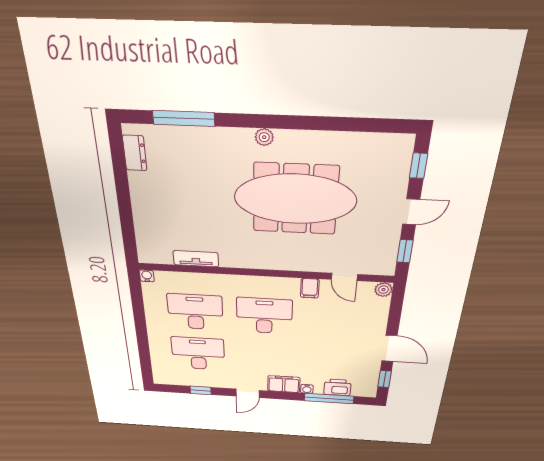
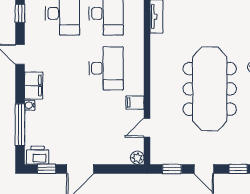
printer: (337, 387) -> (38, 155), moved, turned -90

